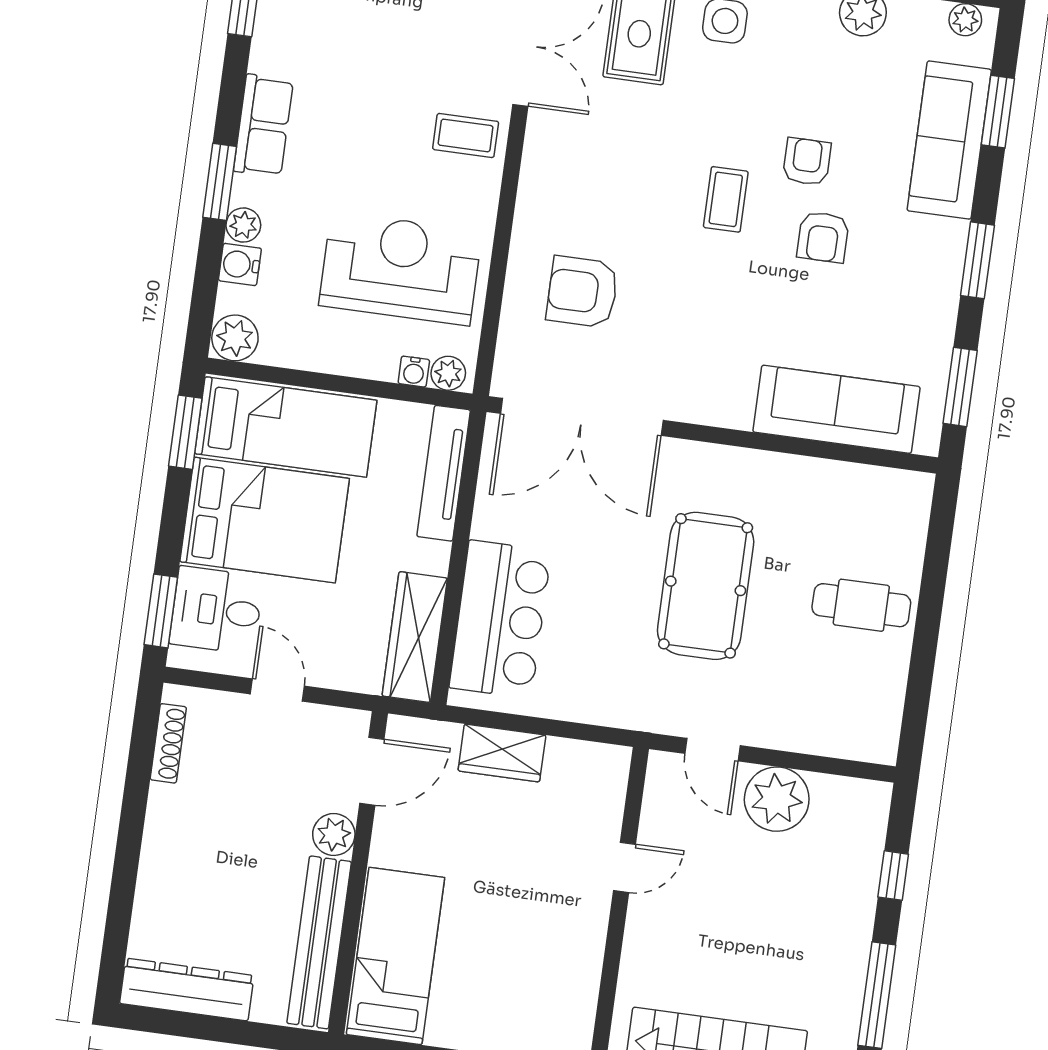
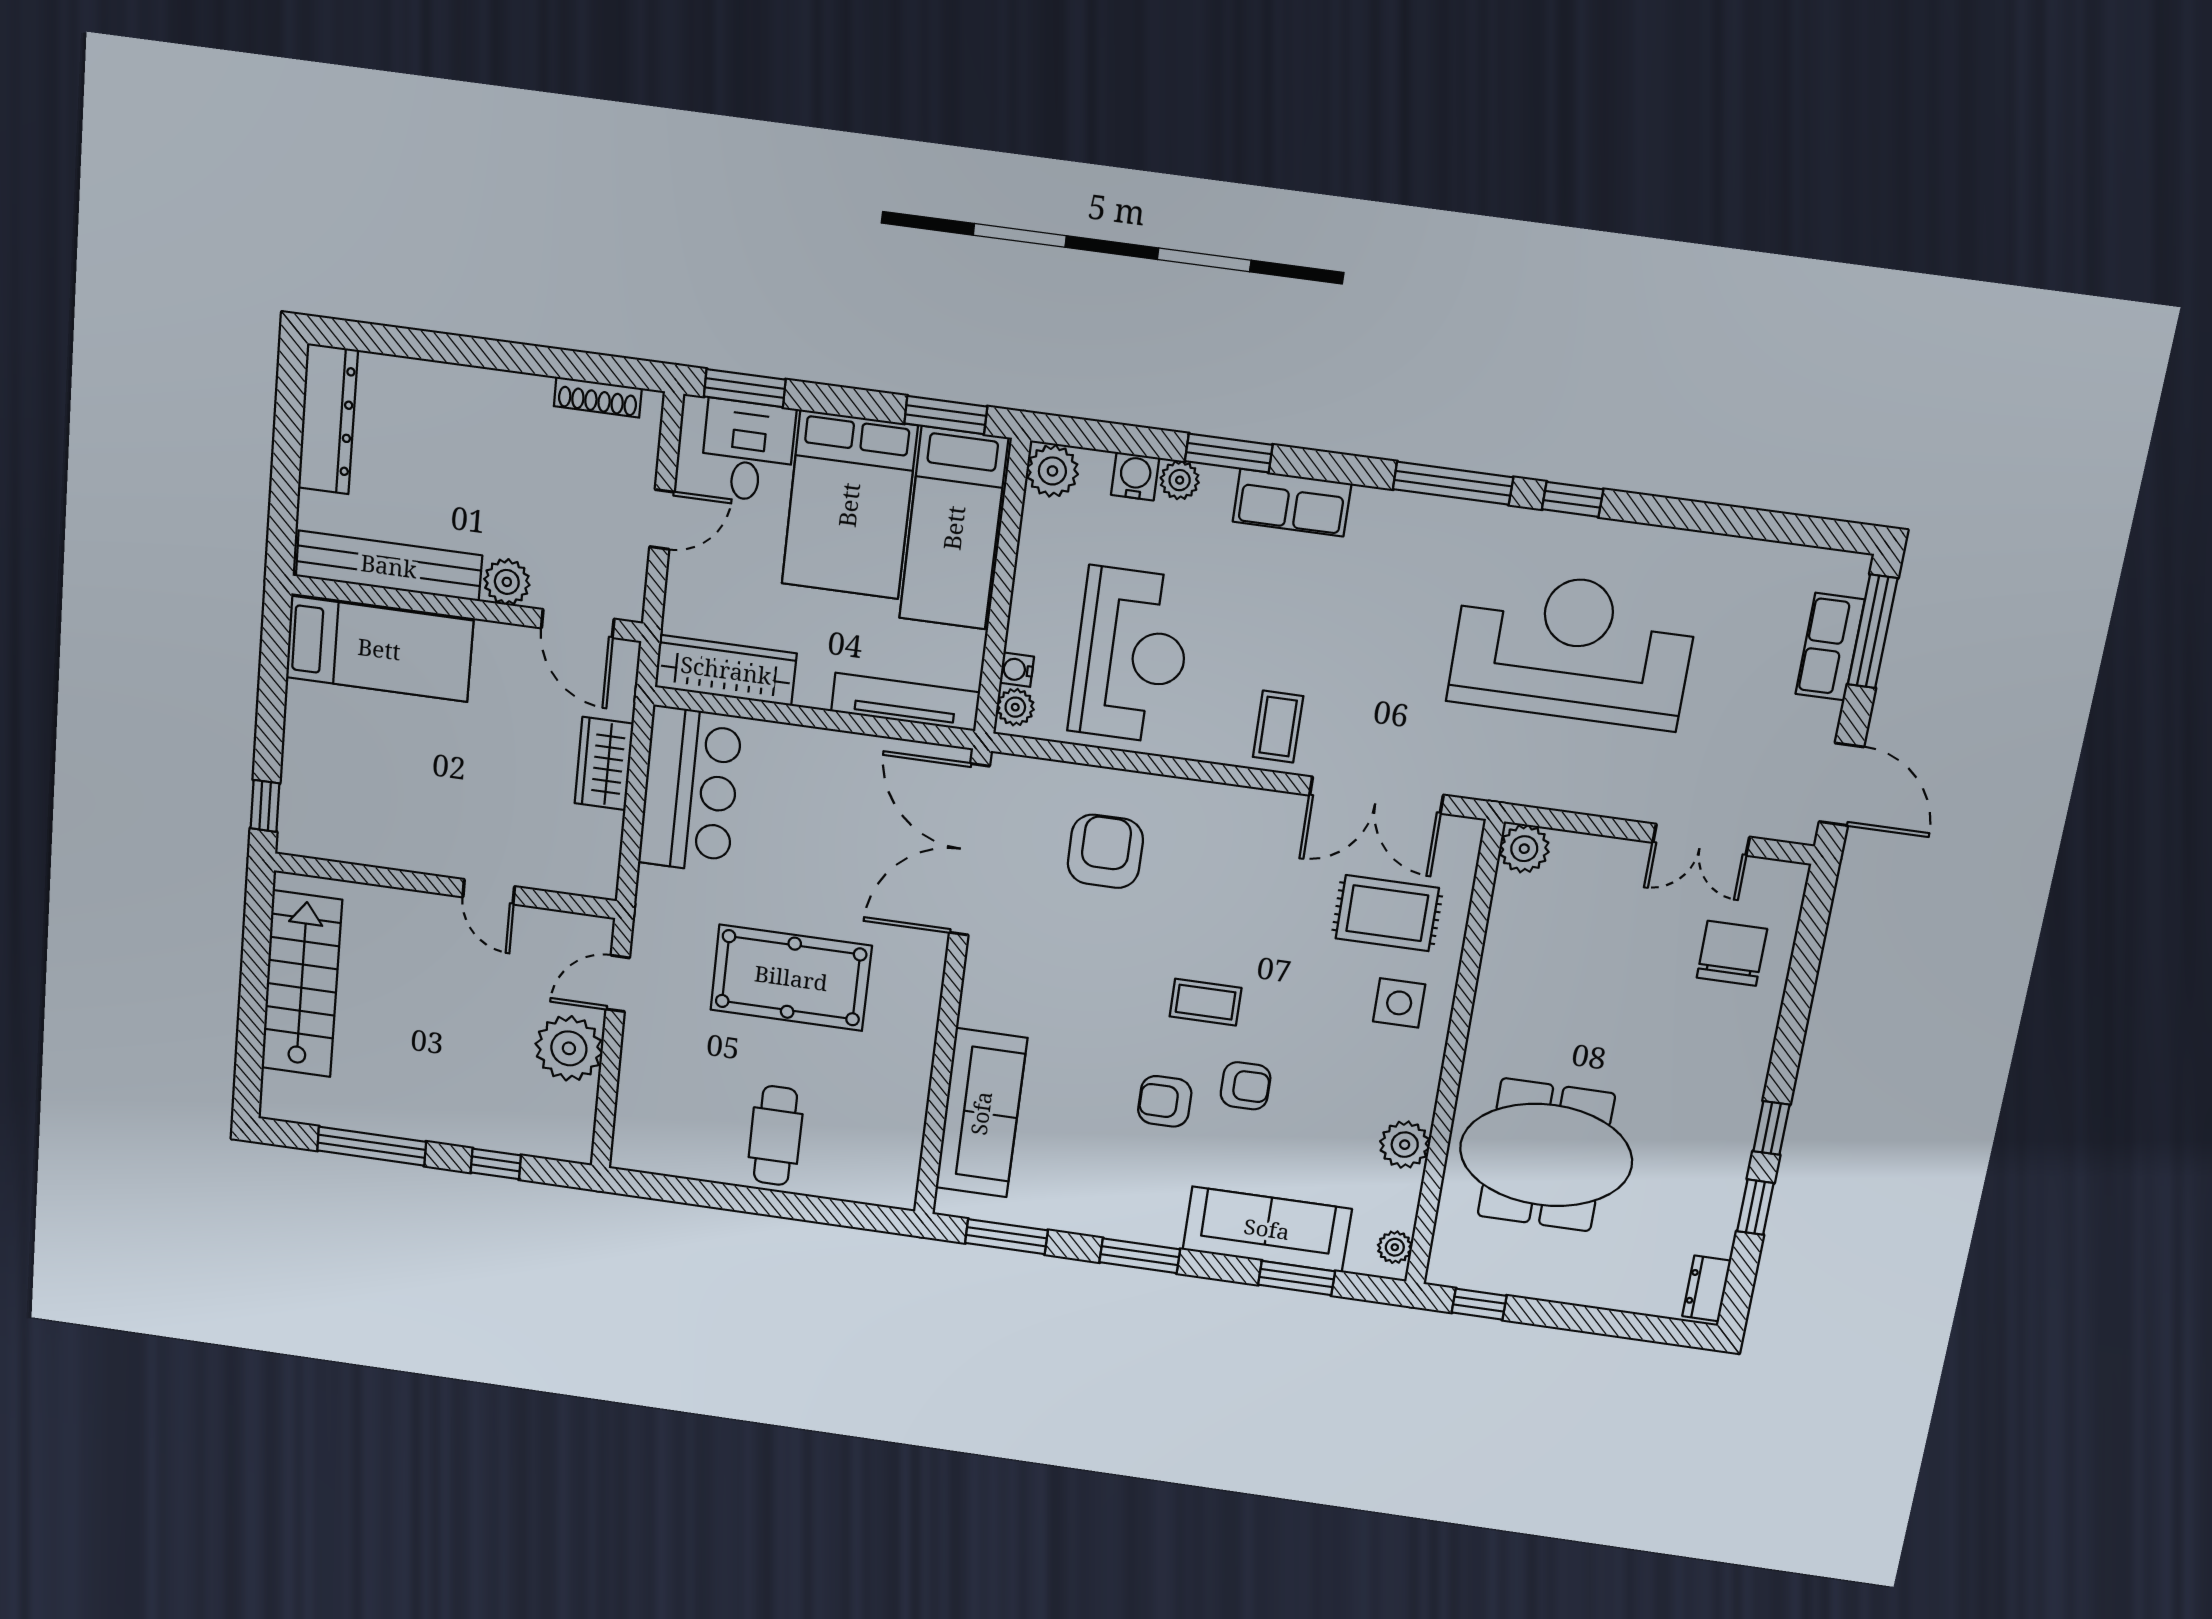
bar counter: (500, 619) -> (690, 790), moved, turned -90

